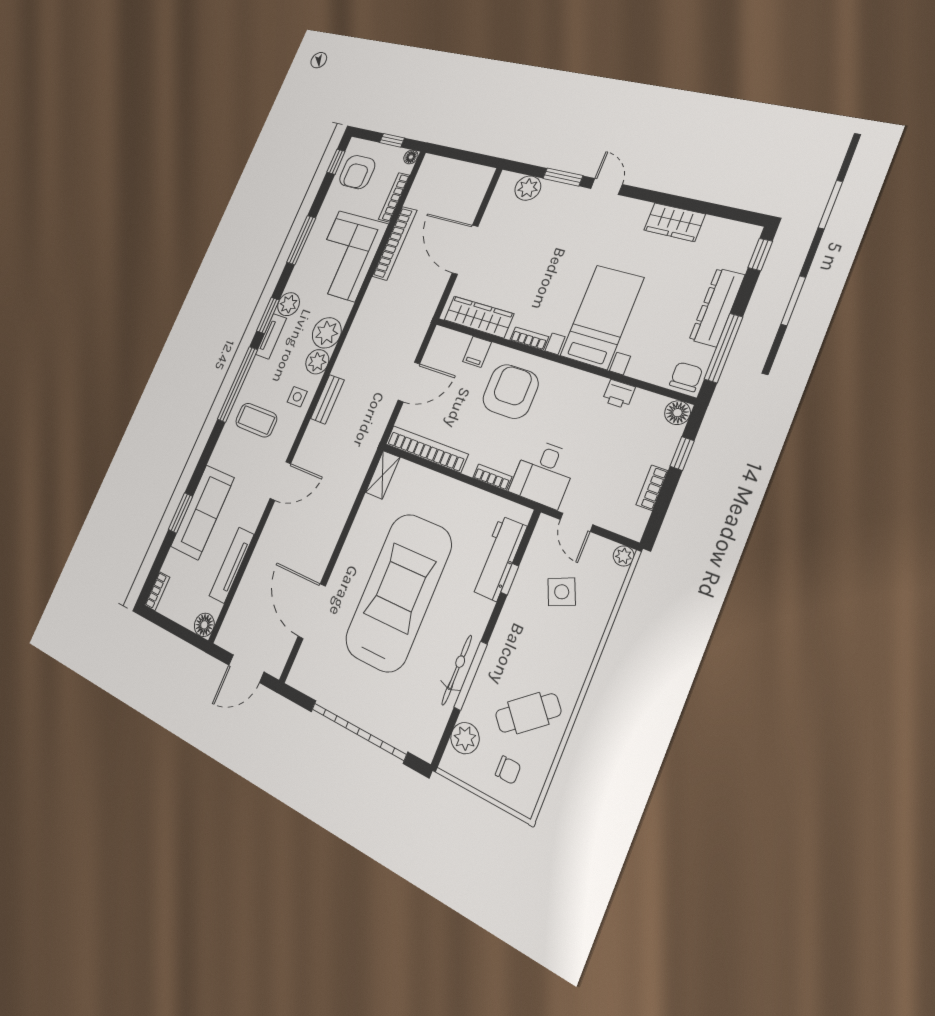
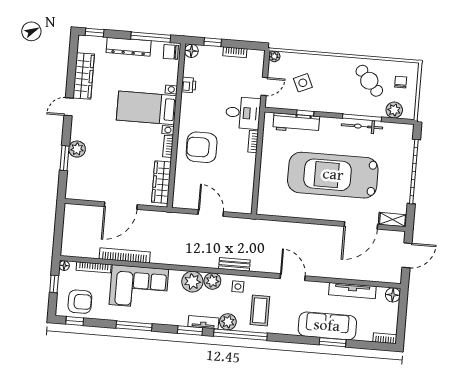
door: (606, 186) -> (69, 107), moved
plant: (528, 188) -> (77, 149), moved
wardrobe: (674, 222) -> (84, 76), width x1.50
plant: (289, 304) -> (228, 322), moved
filing cabinet: (477, 352) -> (183, 176), removed
bookcase: (426, 449) -> (248, 187), removed
shelving: (383, 475) -> (392, 220), moved
door: (246, 669) -> (407, 255), hinge flipped

